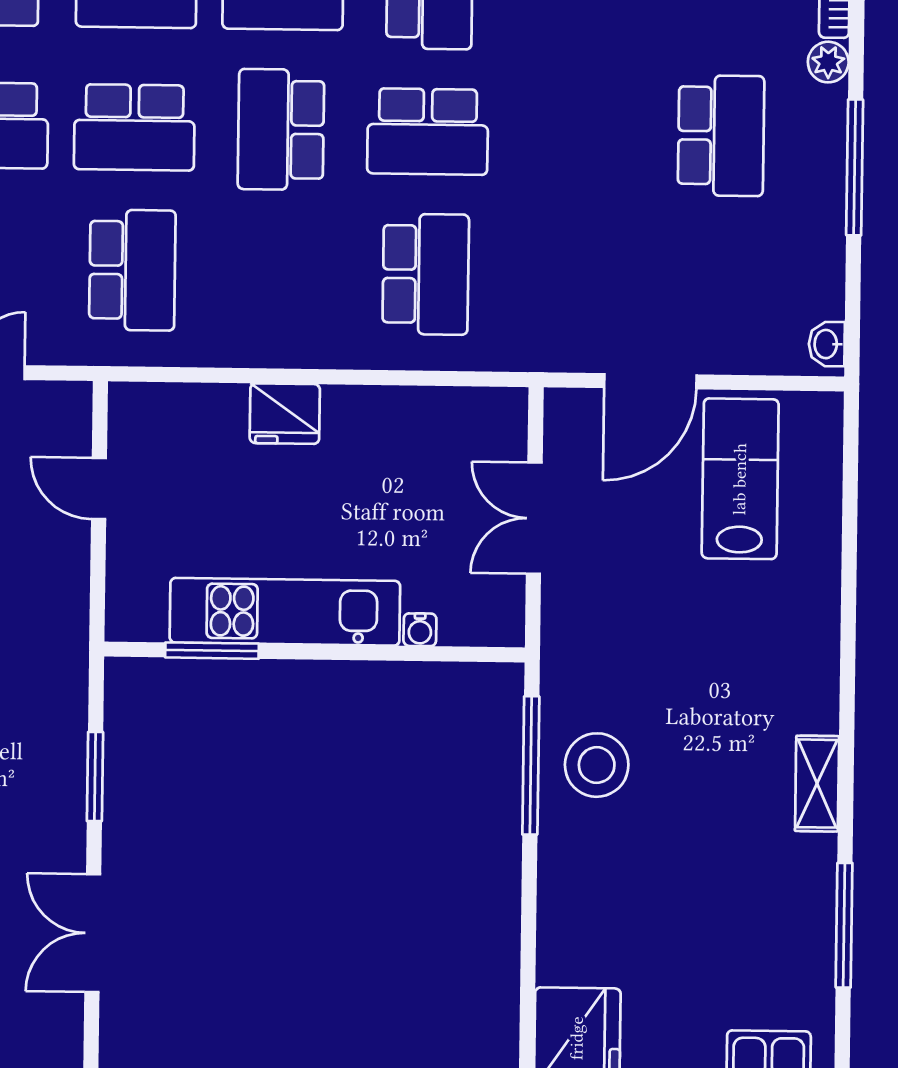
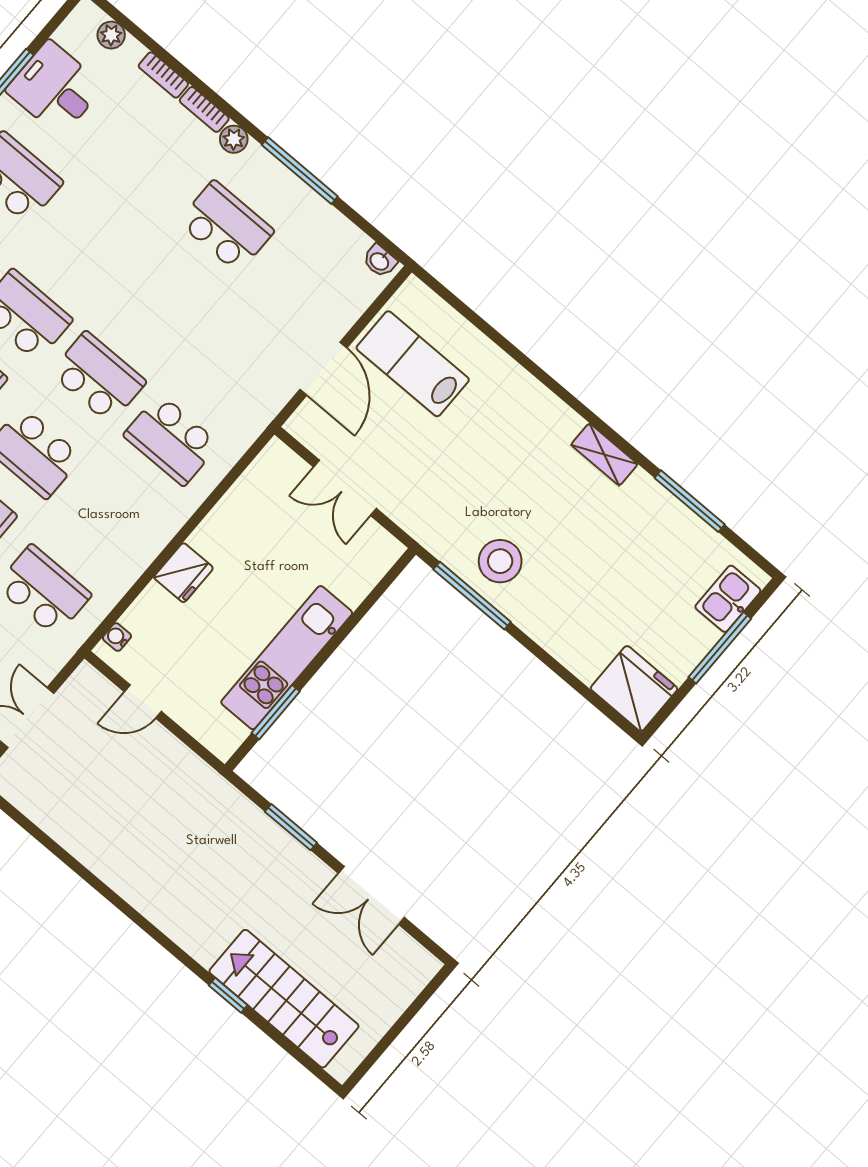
school desk: (428, 132) -> (98, 377), turned -90
school desk: (426, 274) -> (171, 440), turned 180
water cooler: (420, 630) -> (117, 637), moved, turned 180

